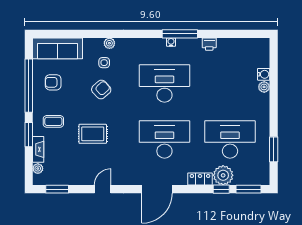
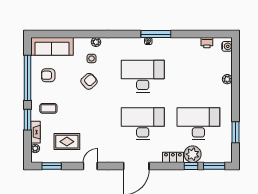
printer: (209, 44) -> (207, 43), moved
water cooler: (264, 74) -> (227, 46), moved
rug: (93, 134) -> (67, 142), moved

